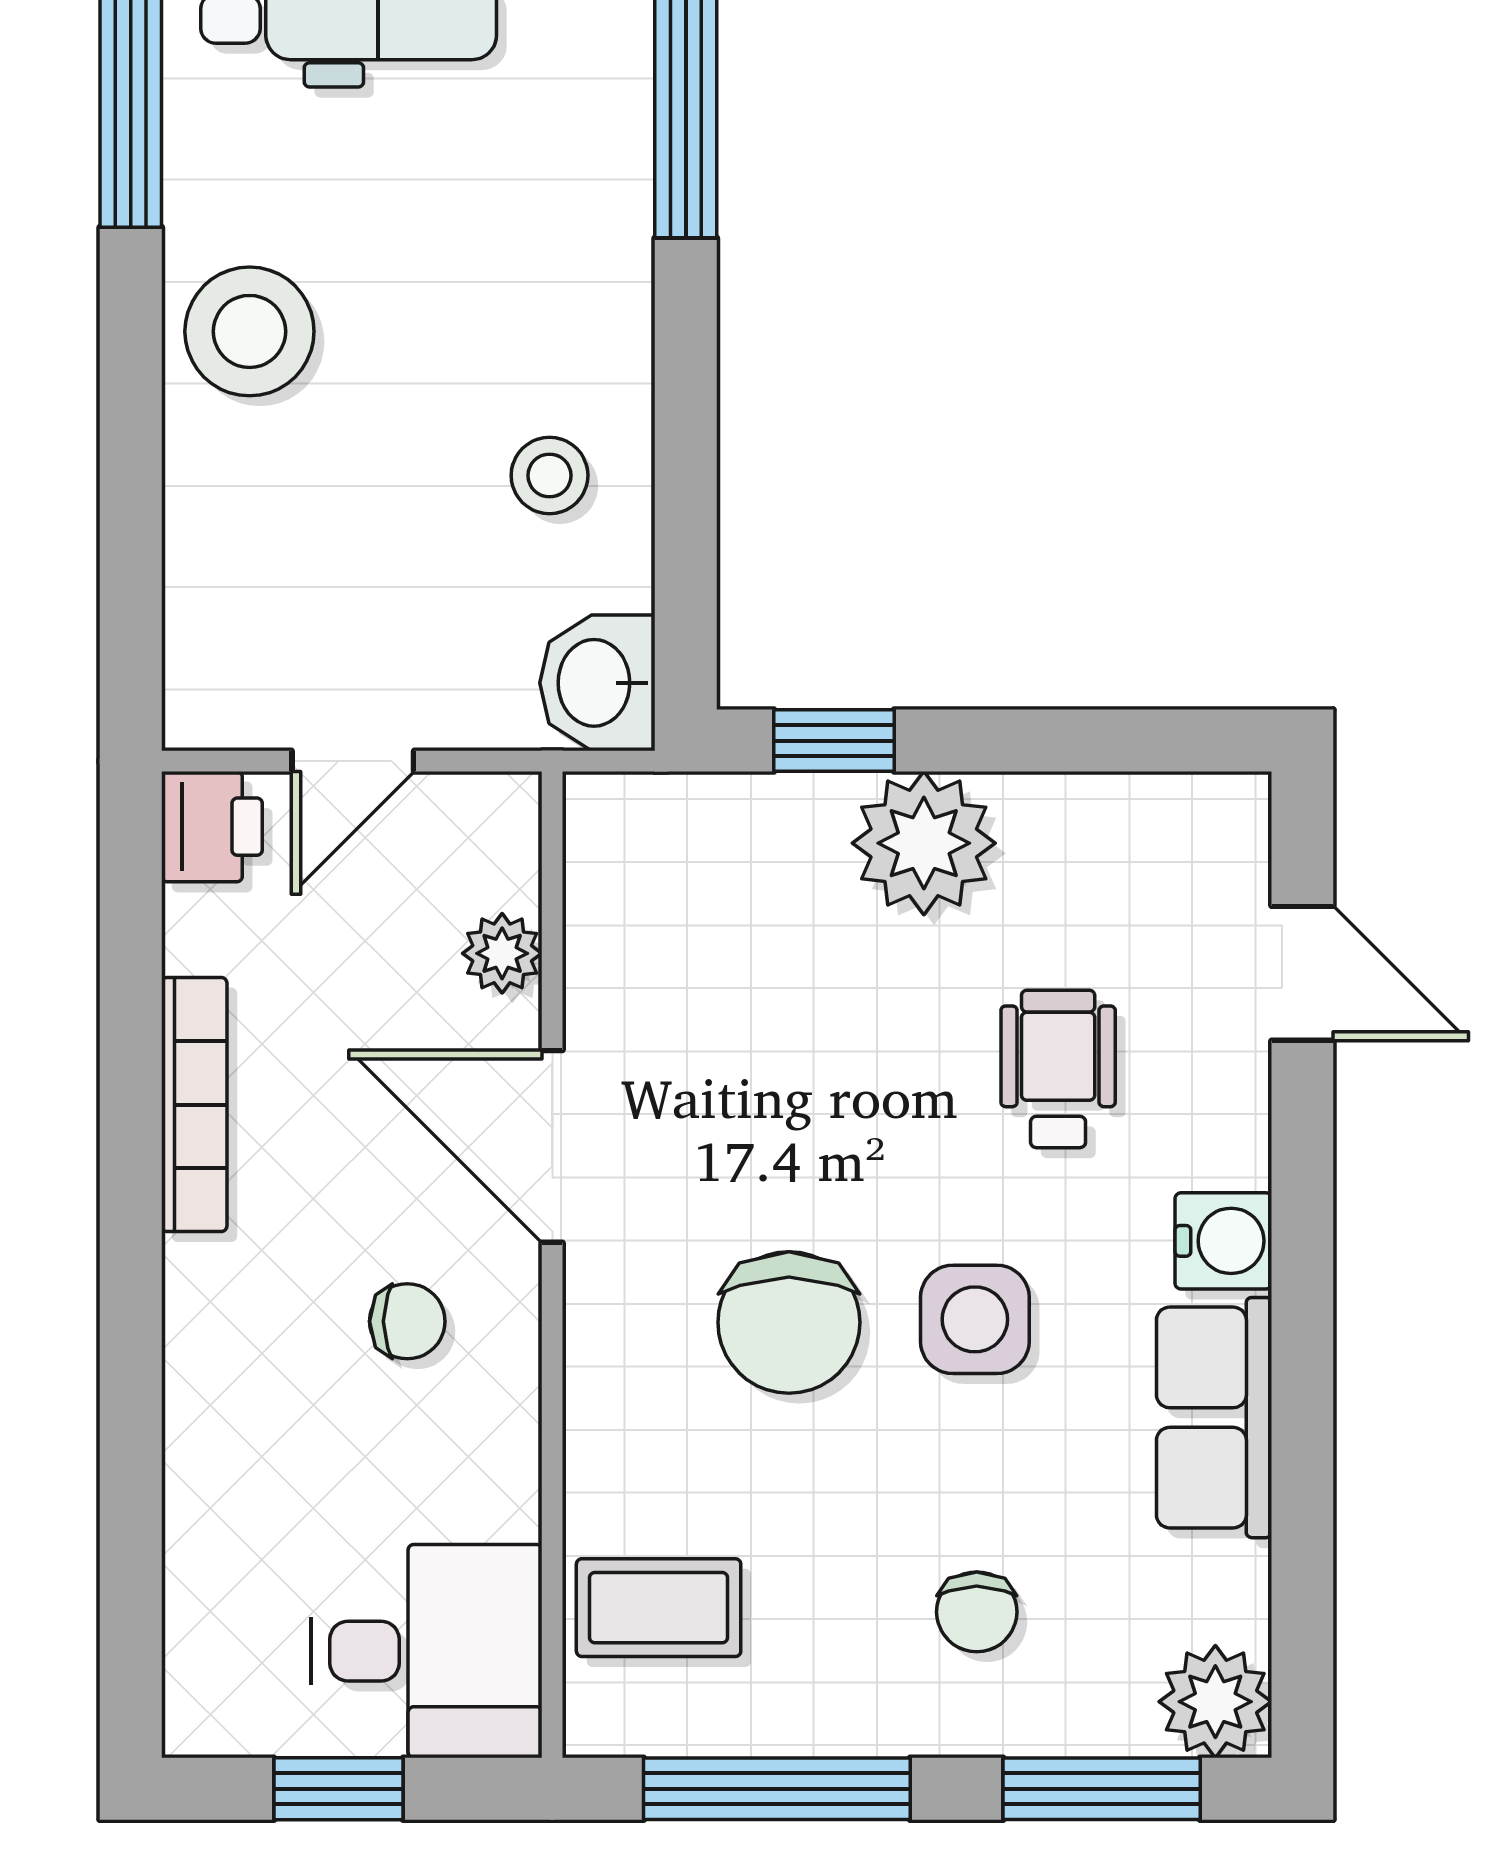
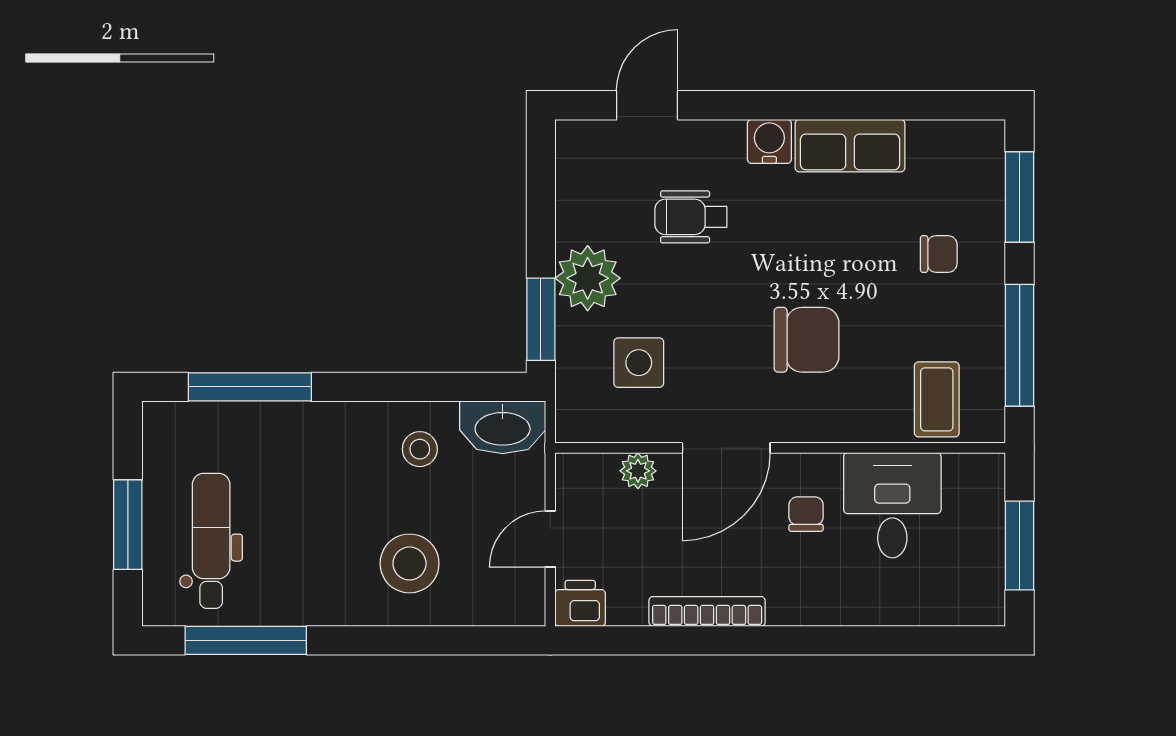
stool: (249, 331) -> (410, 563), moved
washbasin: (597, 683) -> (503, 427), width x1.38
window: (834, 741) -> (541, 319), width x1.50
door: (353, 761) -> (550, 539), swing flipped
side table: (975, 1319) -> (639, 363), moved
desk: (427, 1651) -> (892, 505), moved
plant: (1215, 1702) -> (980, 145), removed
window: (339, 1789) -> (1020, 545), width x1.50

